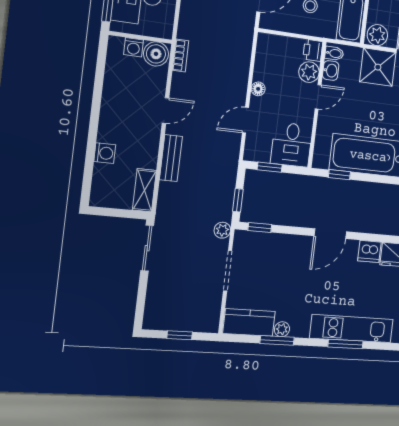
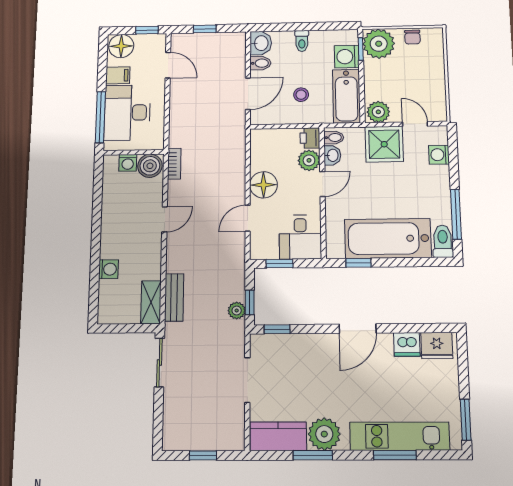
floor lamp: (258, 89) -> (263, 185), width x1.89, depth x1.89
bench: (171, 158) -> (174, 297), moved
plant: (222, 230) -> (237, 311), moved
plant: (282, 329) -> (324, 434), width x1.87, depth x1.87

